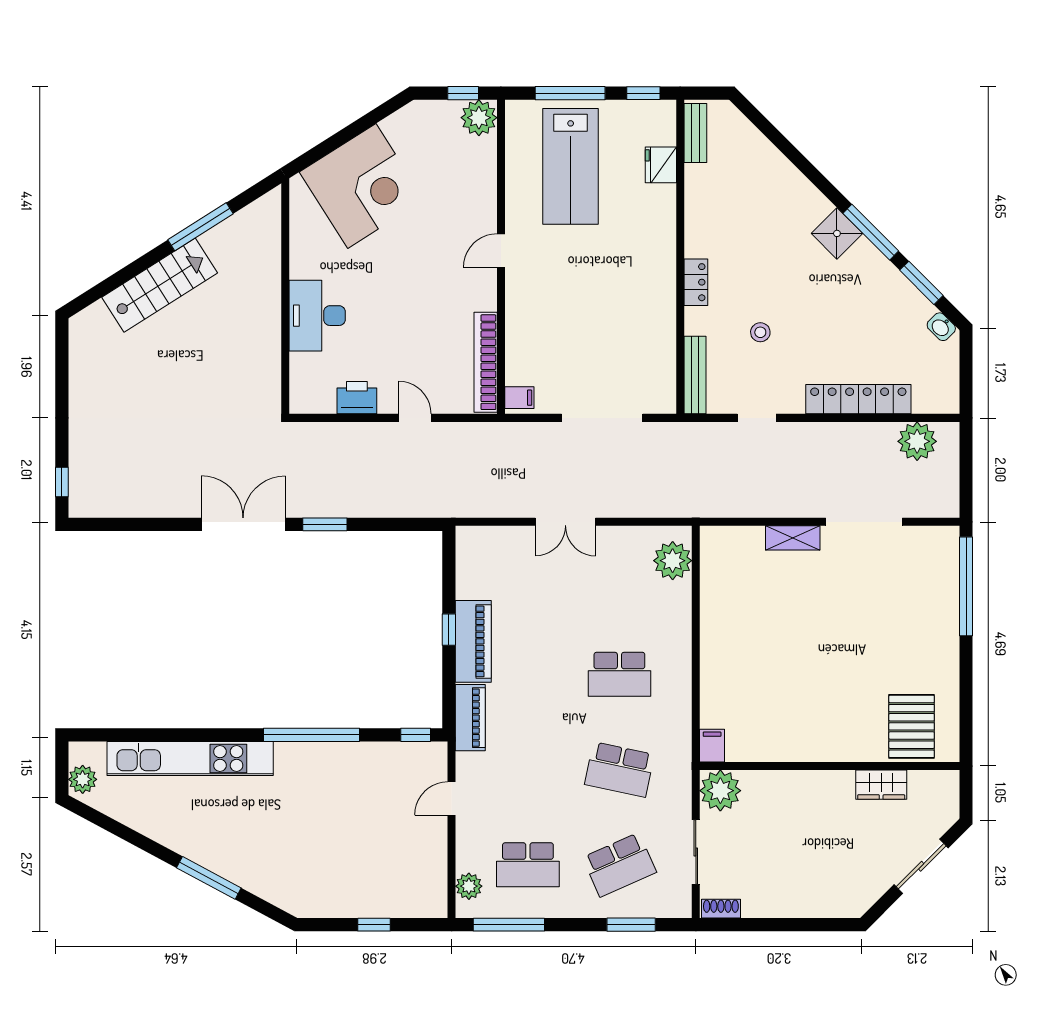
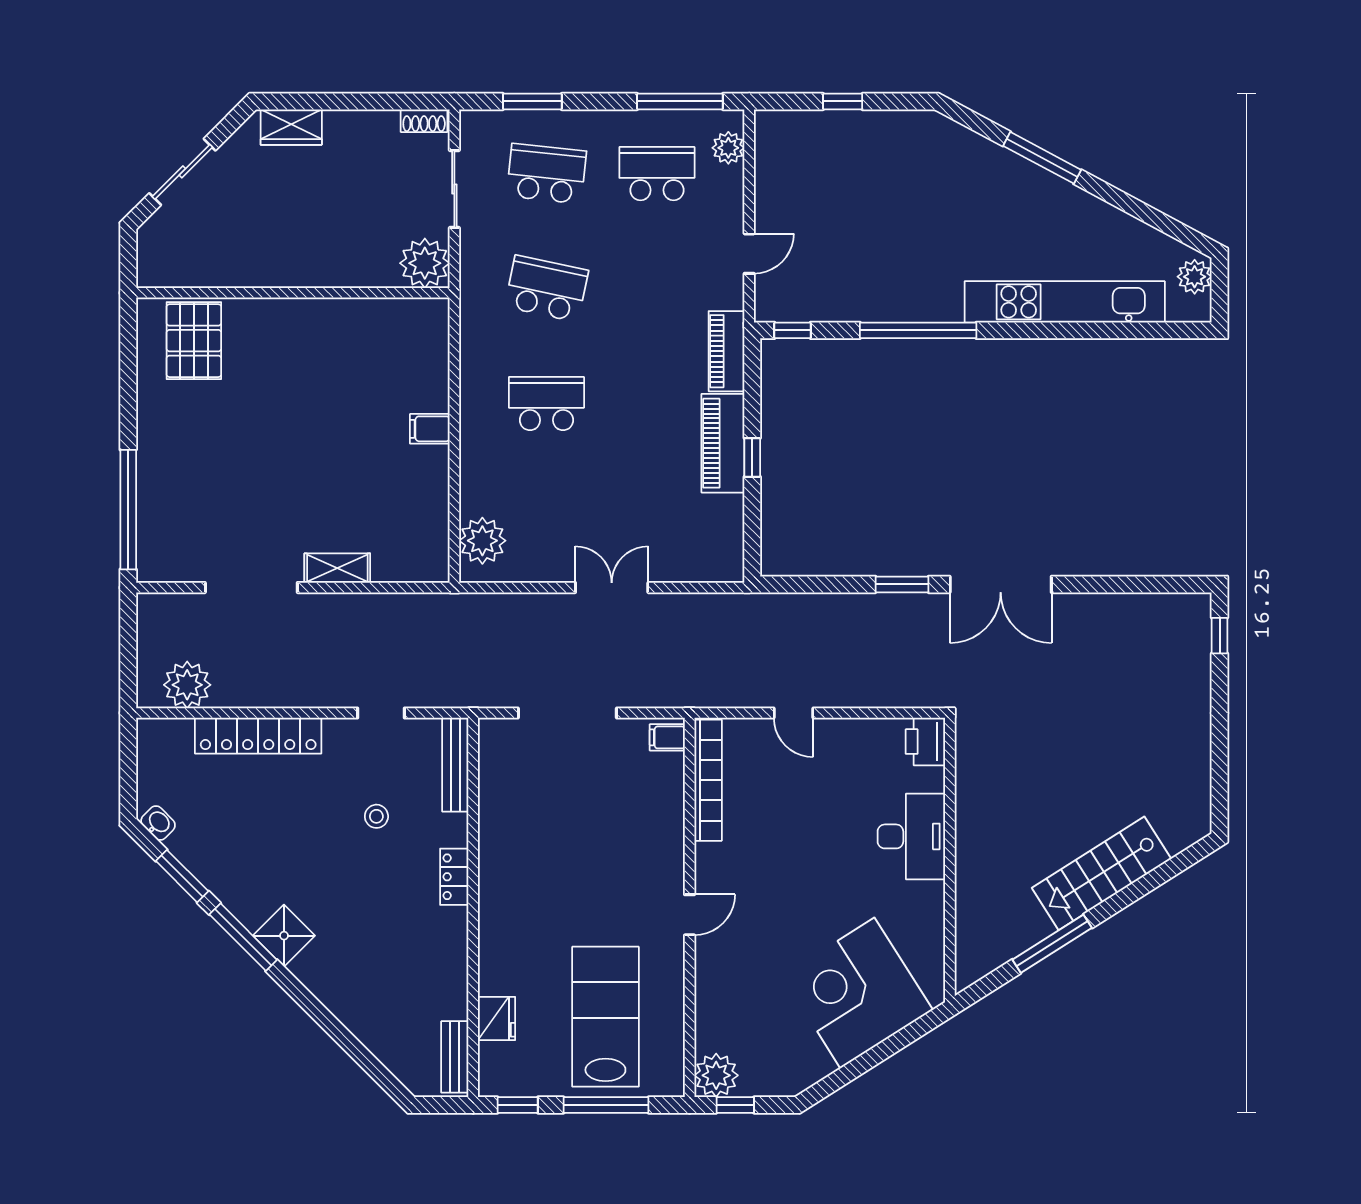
printer: (357, 398) -> (925, 742), moved, turned 90
filing cabinet: (712, 746) -> (430, 429), moved, turned 90
wardrobe: (881, 785) -> (291, 127), moved, turned 180
school desk: (619, 865) -> (546, 174), turned 30

